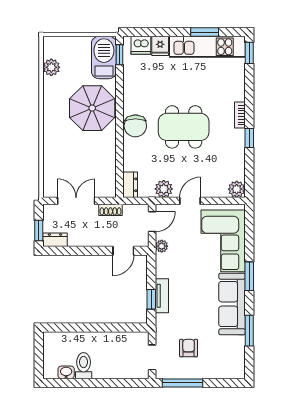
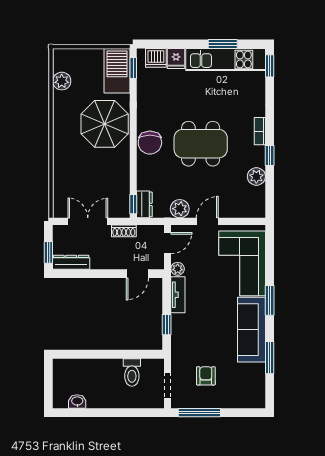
window: (119, 184) -> (133, 204), added
plant: (237, 189) -> (256, 176), moved
dresser: (55, 240) -> (71, 262), width x1.44
tv unit: (162, 296) -> (178, 295), moved
toilet: (84, 366) -> (132, 372), moved, turned 180

